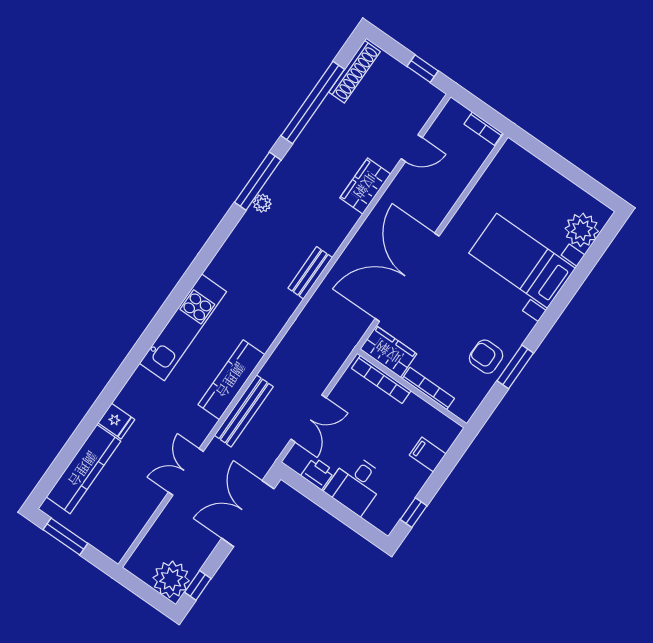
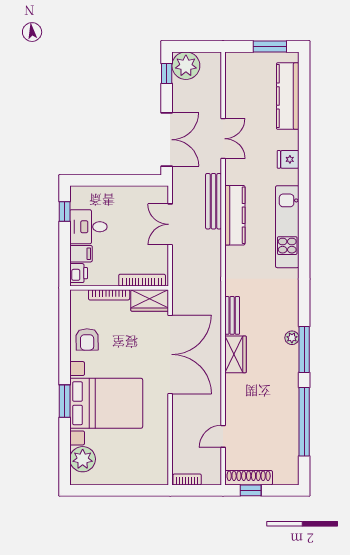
shoe rack: (354, 72) -> (249, 478), moved, turned 90
wardrobe: (365, 186) -> (236, 354), moved
bed with nightstands: (522, 261) -> (106, 403), width x1.36
armchair: (486, 357) -> (87, 339), turned 89
window: (515, 367) -> (65, 401), moved
fridge: (116, 421) -> (288, 159), moved
printer: (318, 473) -> (79, 273), moved, turned -90
desk: (356, 484) -> (88, 227), moved, turned -90

